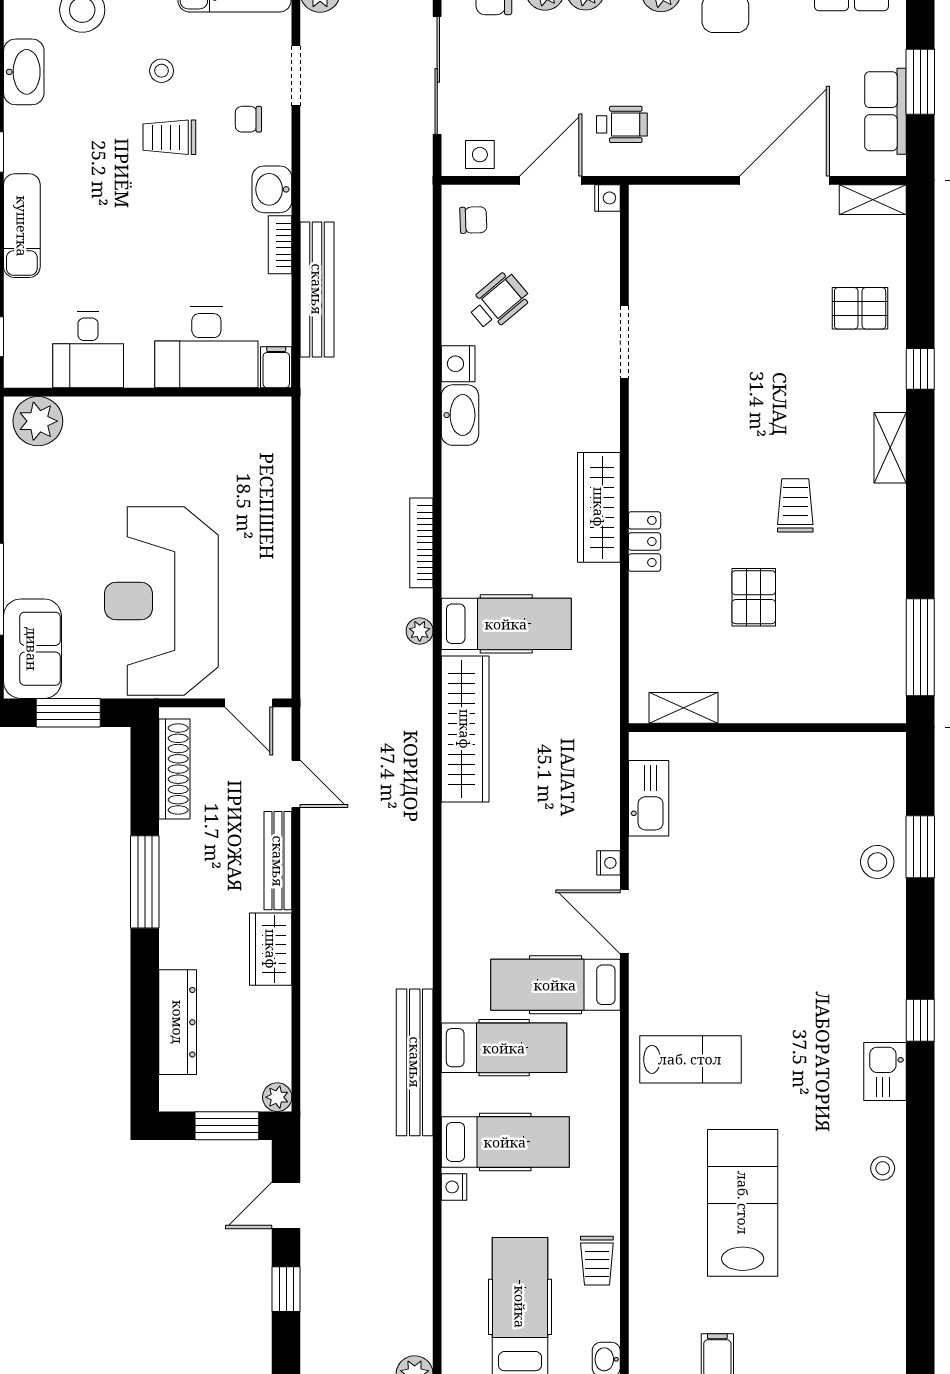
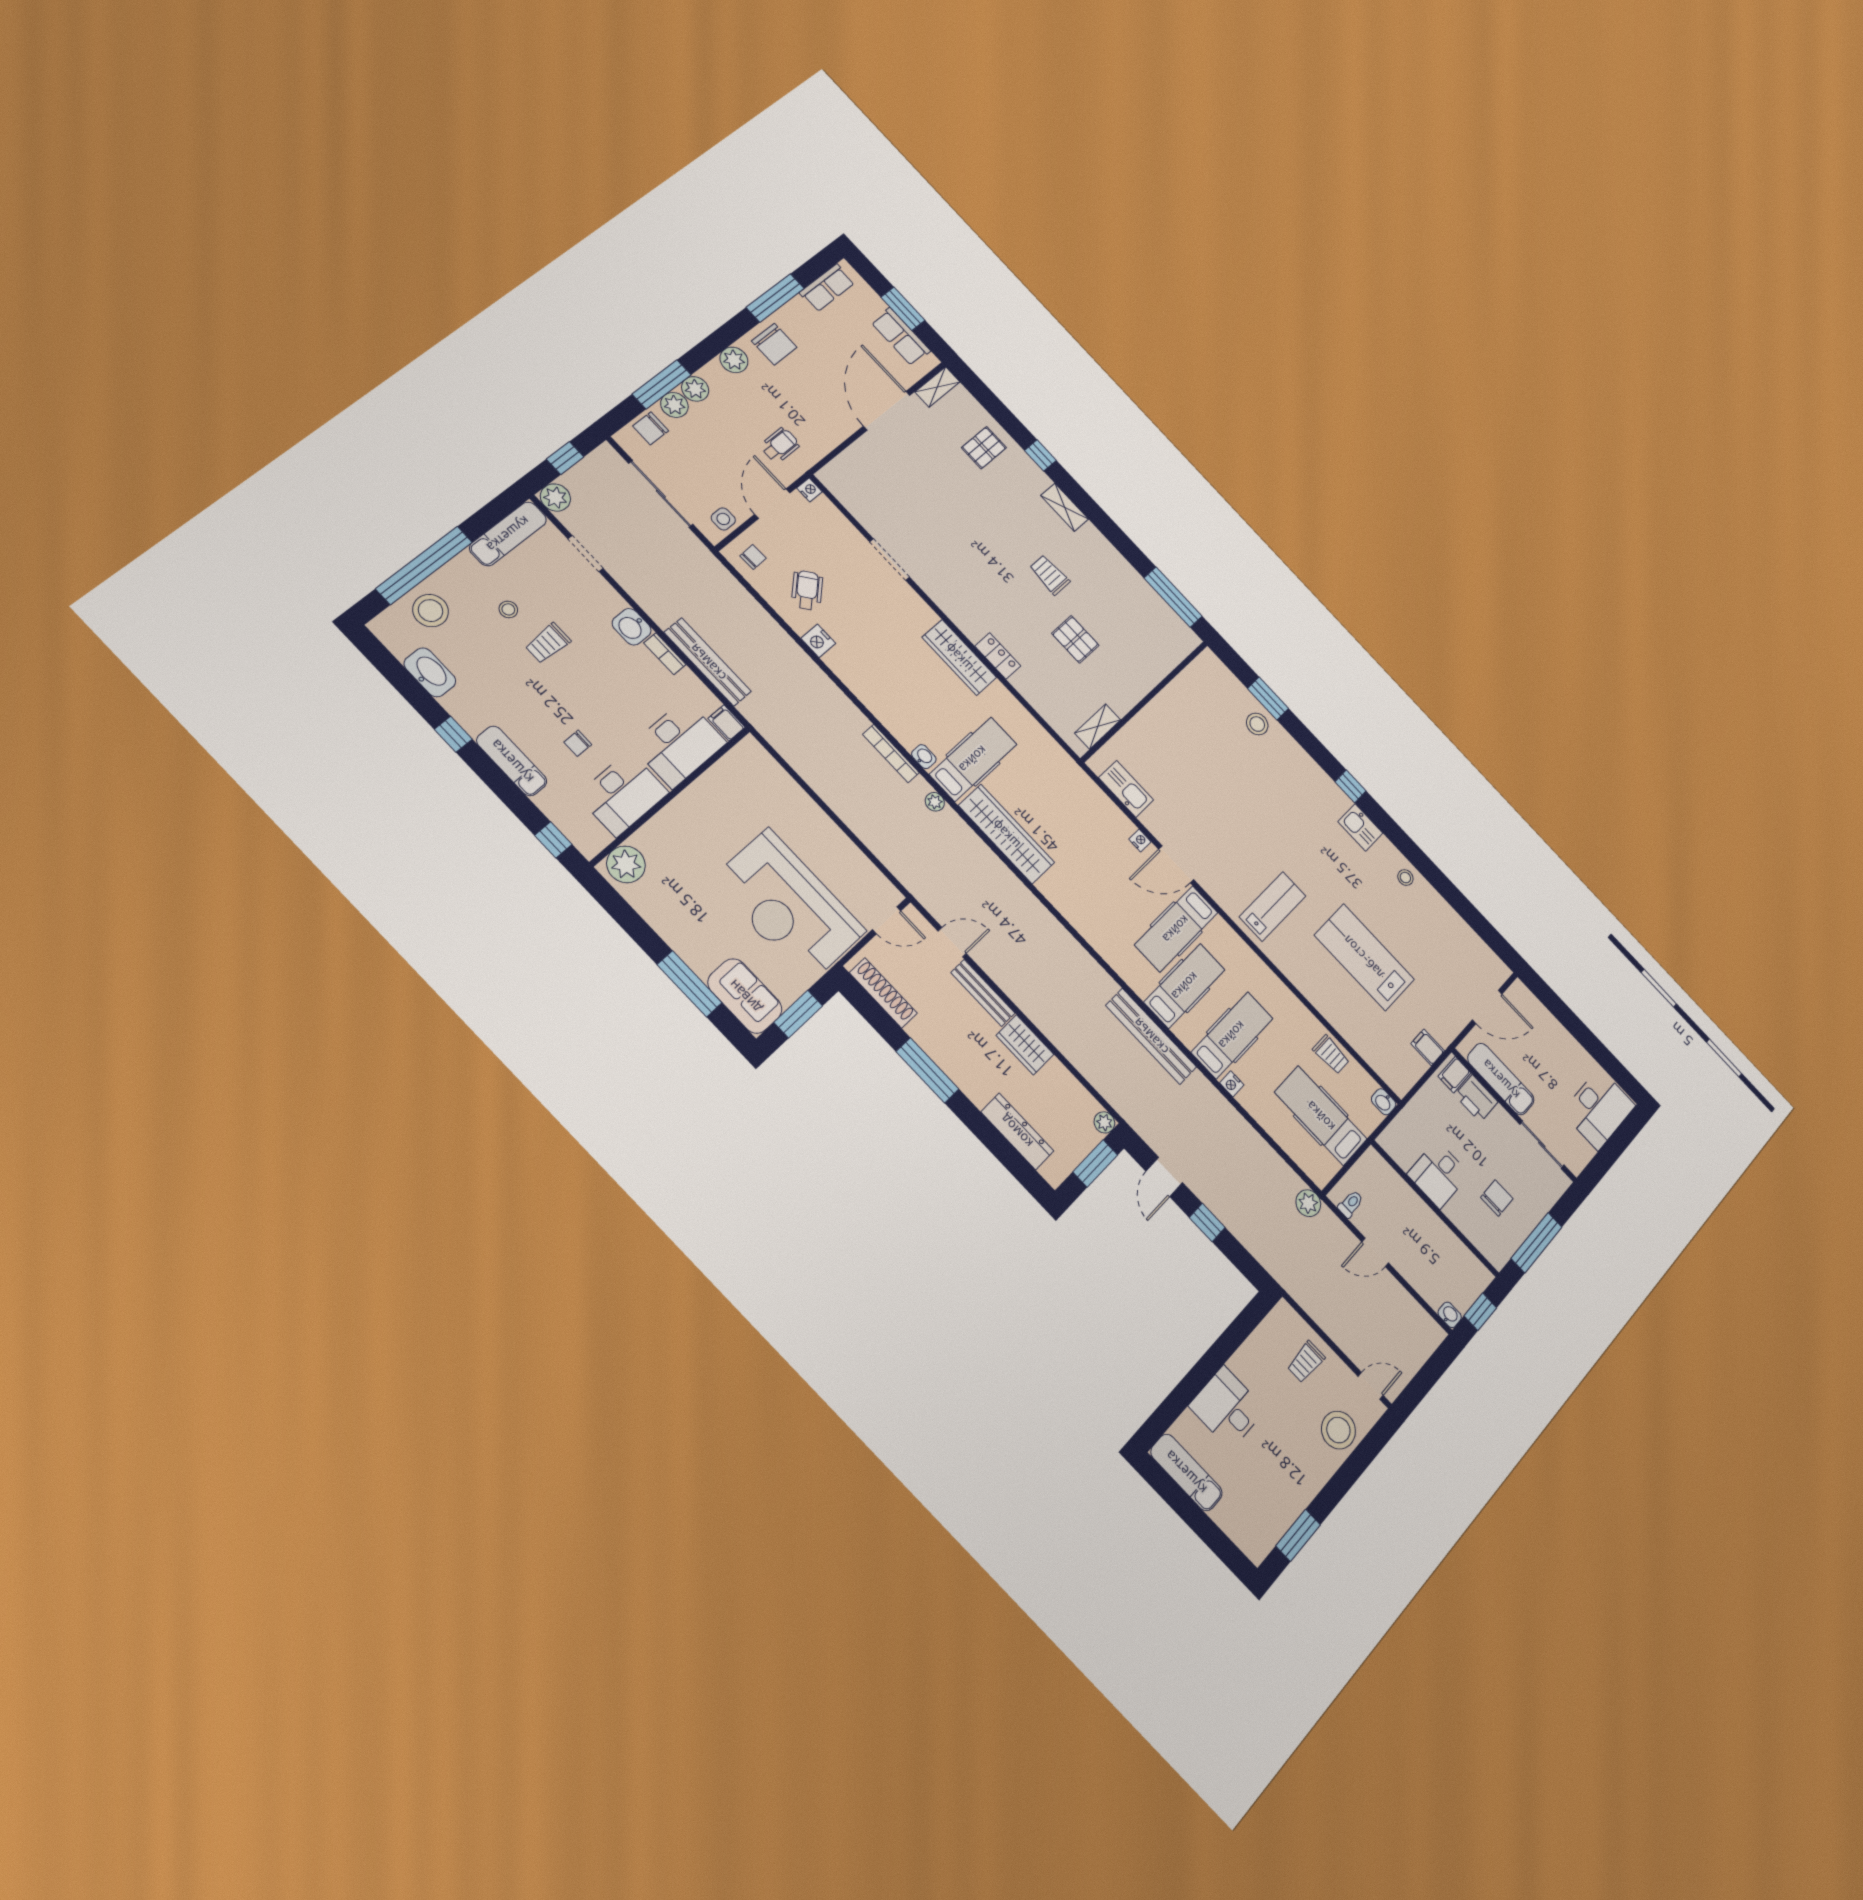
chair: (248, 119) -> (578, 743), moved
desk: (88, 350) -> (623, 794), width x1.37
washbasin: (460, 415) -> (924, 757), moved, width x0.52, depth x0.69

